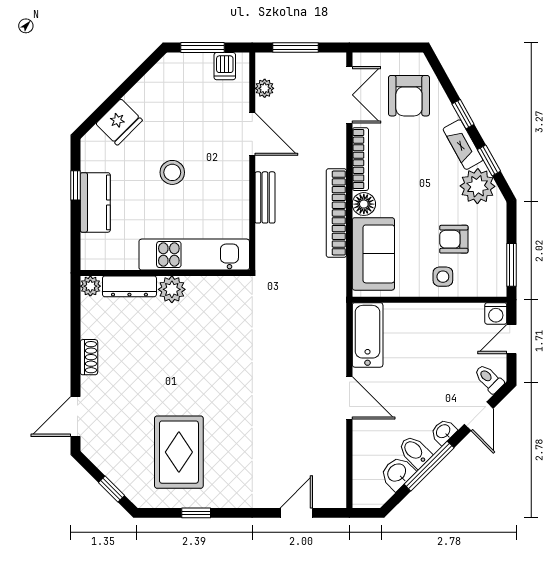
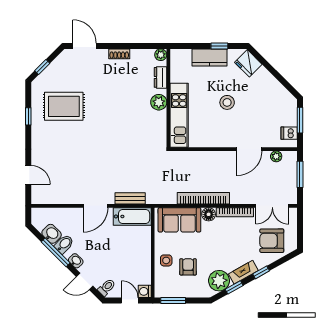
fridge: (119, 122) -> (248, 63), moved
bench: (265, 197) -> (130, 198), moved
dresser: (129, 286) -> (161, 77), width x0.70

